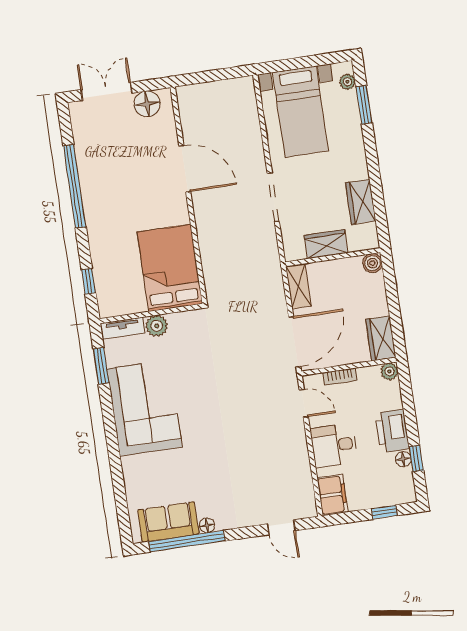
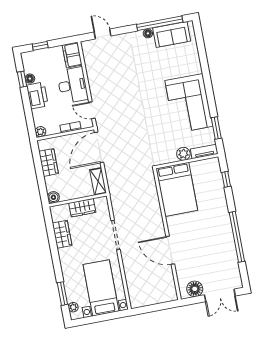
wardrobe: (381, 338) -> (49, 162), moved
desk: (334, 445) -> (72, 85), width x1.37

